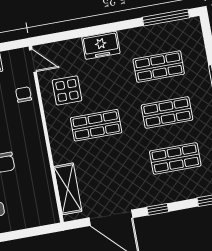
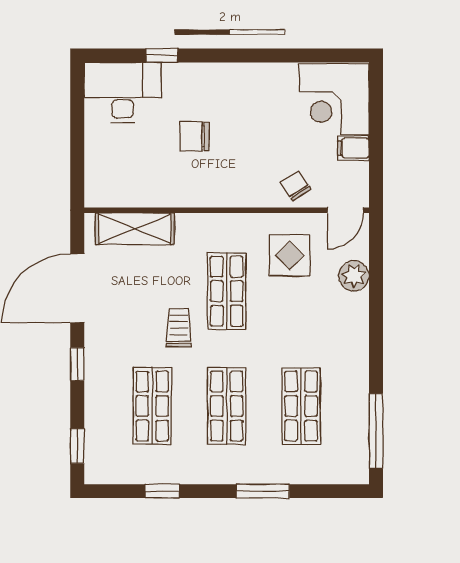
freezer: (101, 45) -> (351, 321), removed
plant: (72, 48) -> (354, 276), added
chair: (24, 94) -> (295, 186), turned -123
trolley: (124, 151) -> (179, 328), added

